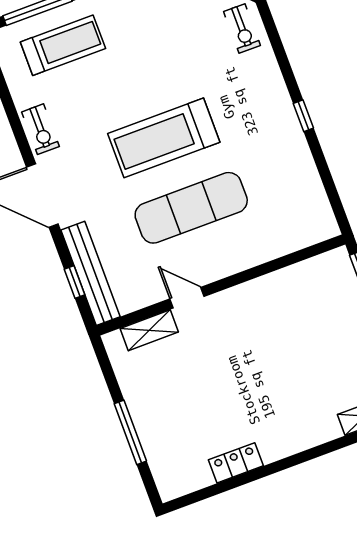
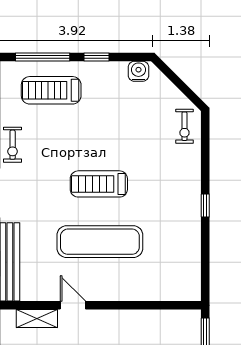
treadmill: (63, 45) -> (51, 90), turned 180
treadmill: (164, 138) -> (99, 184), width x0.73, depth x0.73

